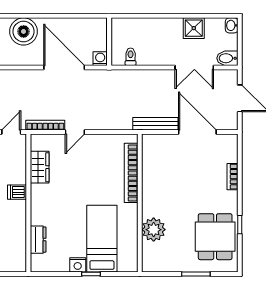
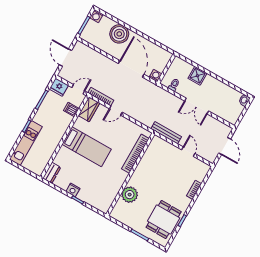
shower: (194, 28) -> (197, 76), moved
bidet: (227, 58) -> (231, 118), removed
double door: (194, 67) -> (197, 106), moved
door: (197, 132) -> (188, 152), width x0.53
wardrobe: (40, 167) -> (89, 109), moved
dishwasher: (17, 192) -> (71, 110), moved
bed: (102, 239) -> (87, 147), moved, turned 90
dresser: (38, 240) -> (52, 173), moved

